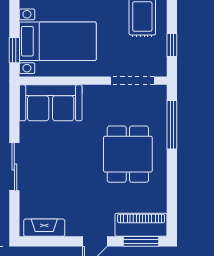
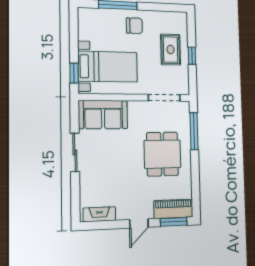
window: (172, 45) -> (192, 56), moved
sliding door: (14, 167) -> (75, 152), moved

